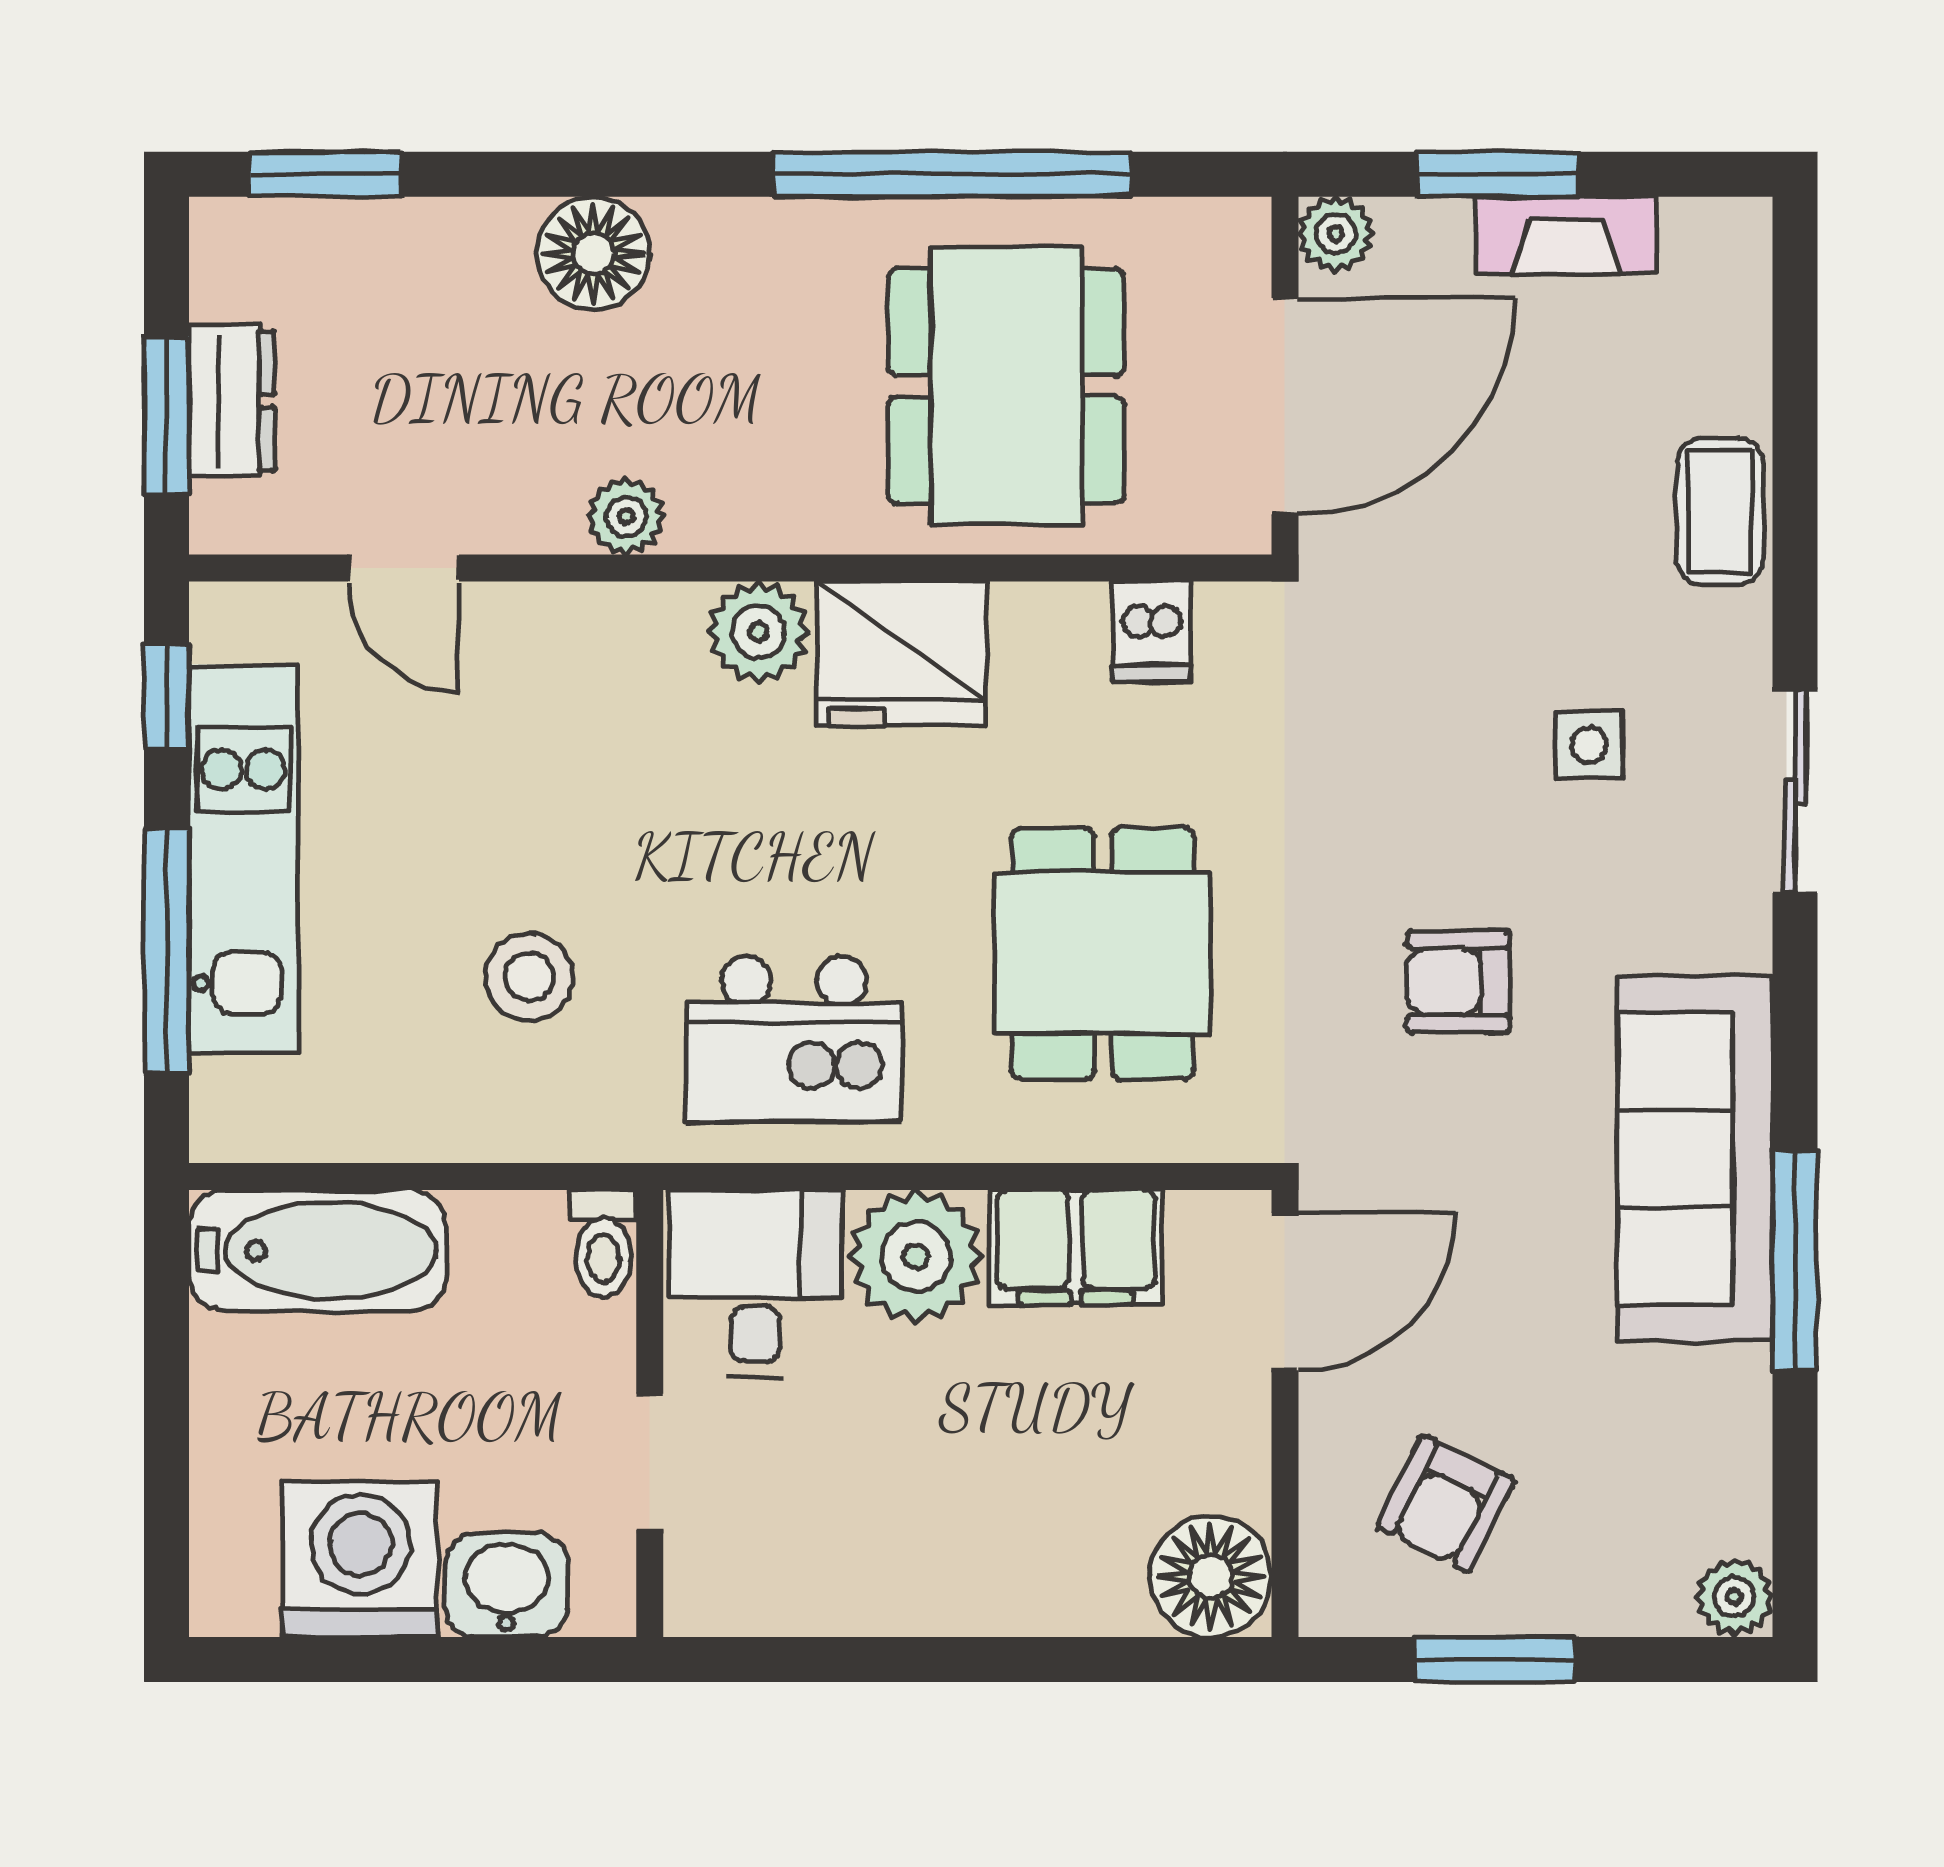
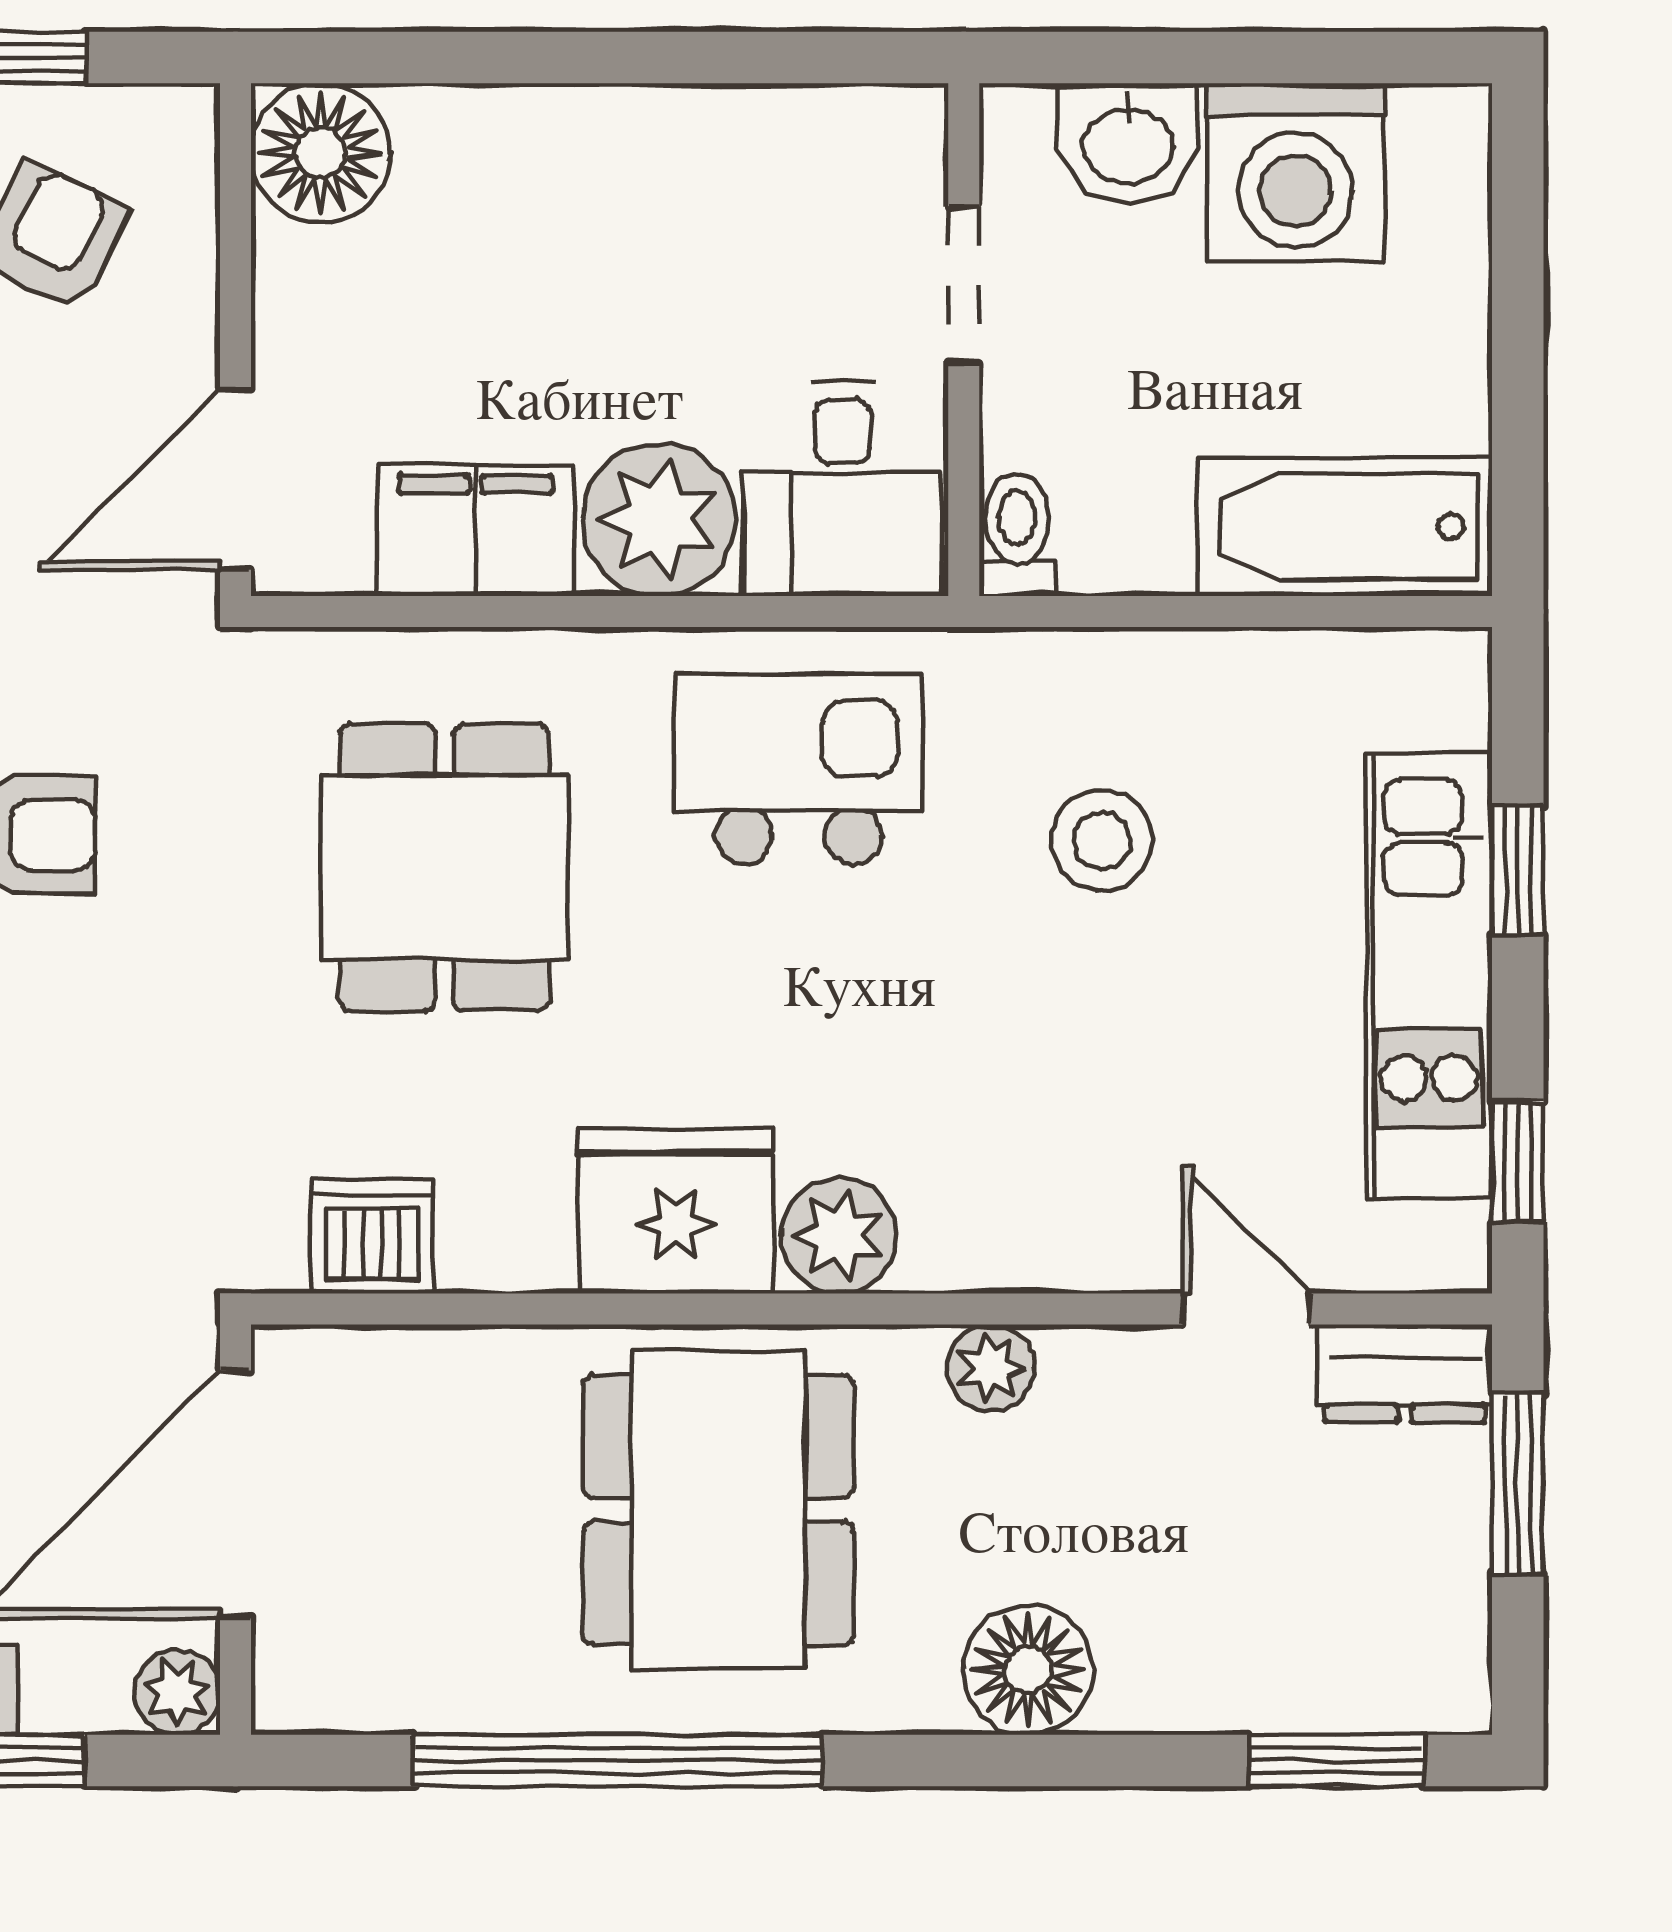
dining table: (1006, 386) -> (718, 1510), moved
dresser: (232, 401) -> (1405, 1374), moved, turned -90
dishwasher: (1151, 631) -> (372, 1236), width x1.38
window: (167, 951) -> (1518, 870), width x0.46

